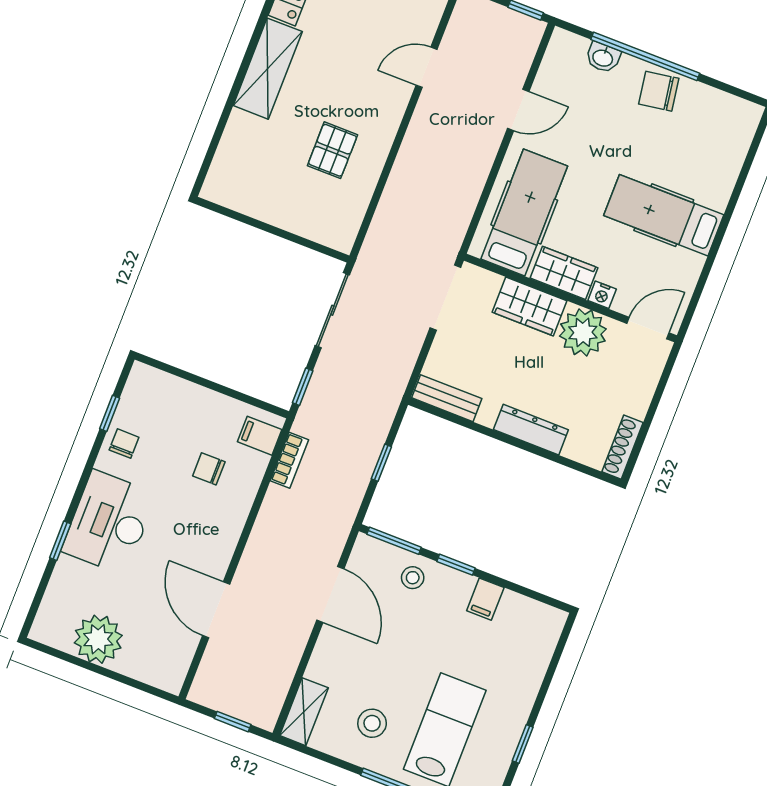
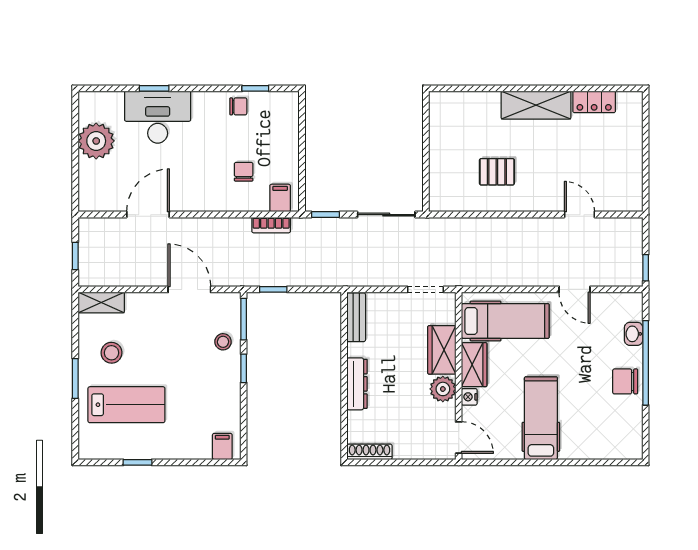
chair: (659, 91) -> (625, 381), turned -81
doorway: (445, 297) -> (425, 289), width x0.73
plant: (583, 332) -> (443, 389), width x0.73, depth x0.73
window: (381, 463) -> (273, 289), moved
desk: (109, 522) -> (158, 117), moved
door: (330, 594) -> (189, 289), swing flipped
filing cabinet: (485, 599) -> (222, 446), moved, turned 90

